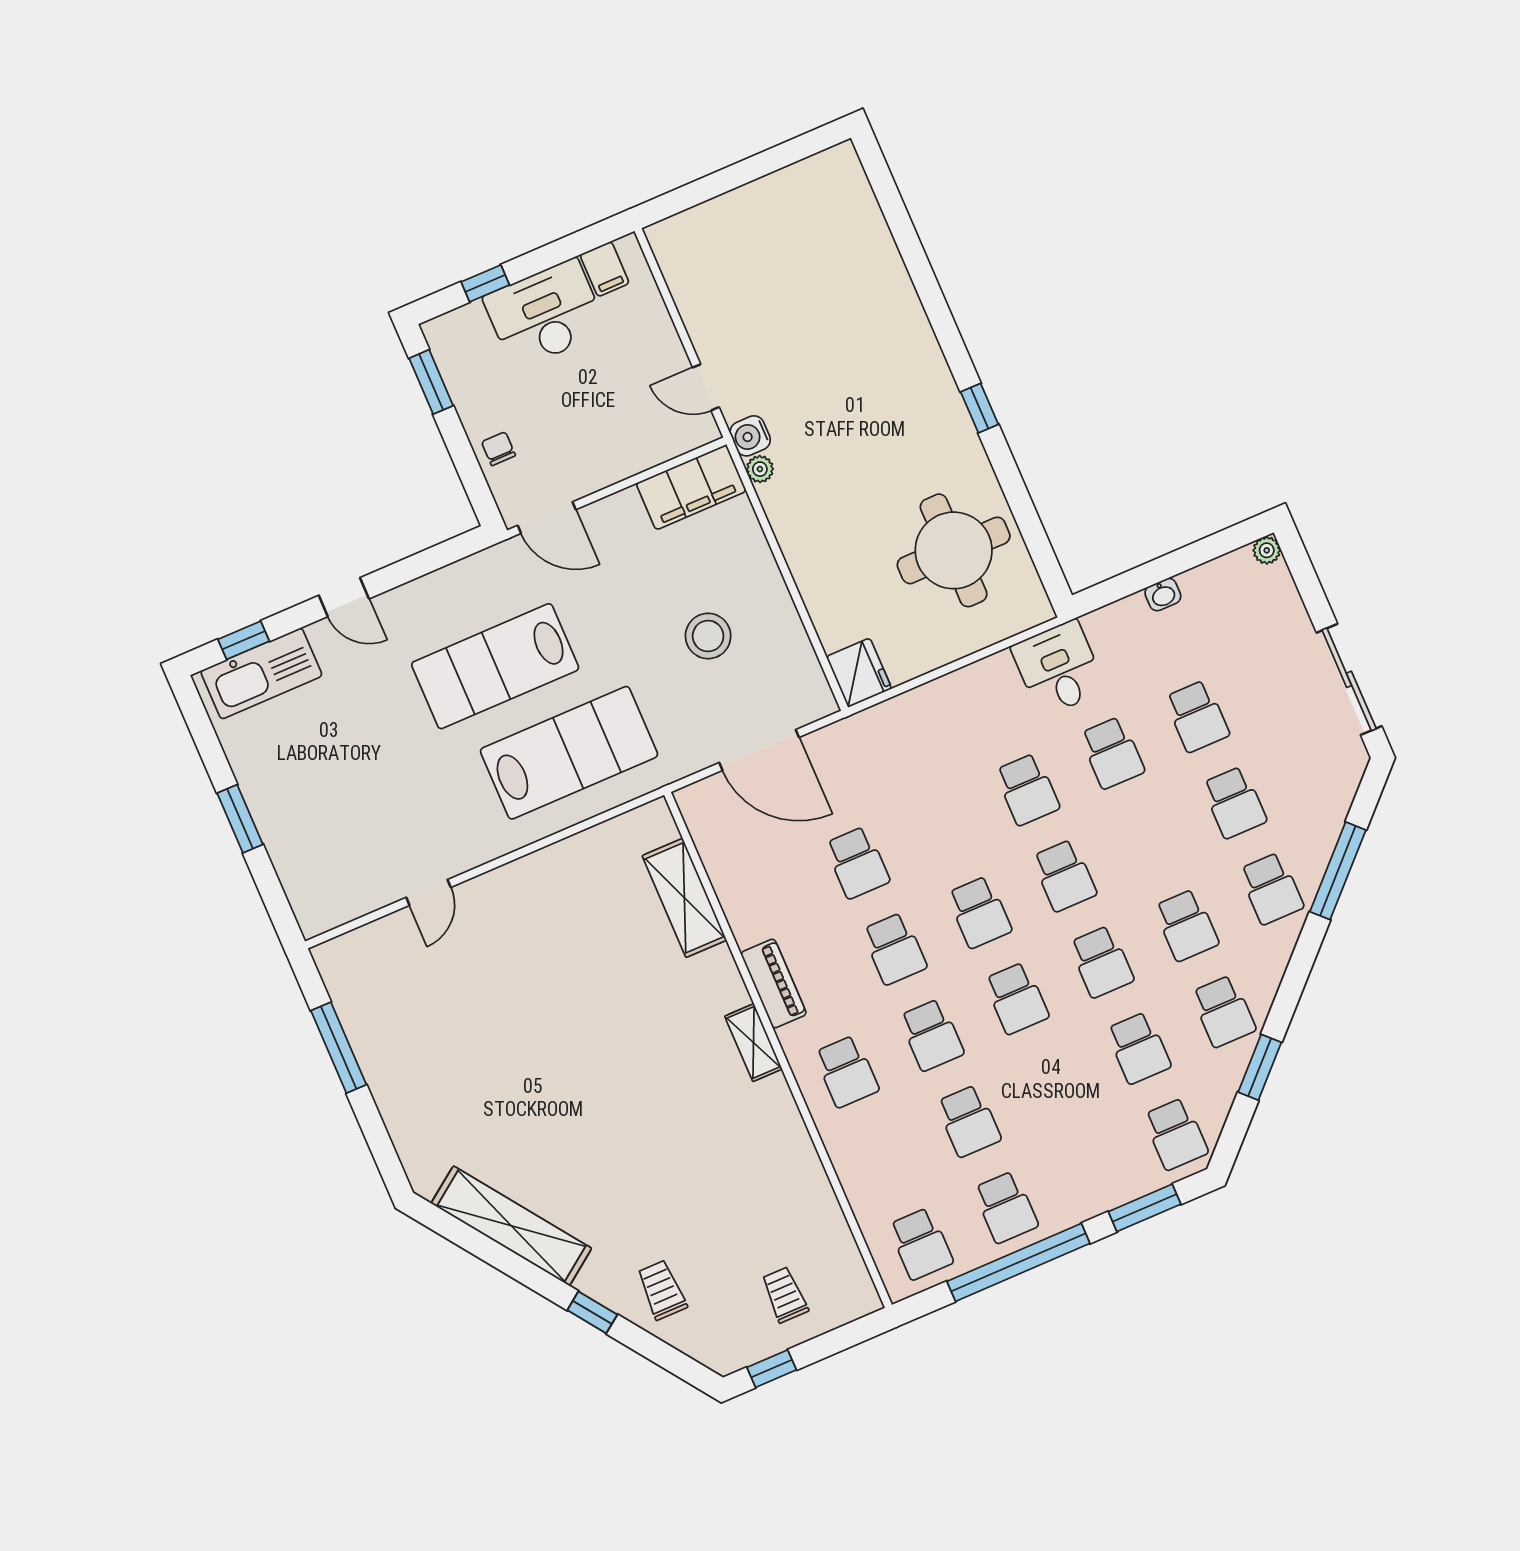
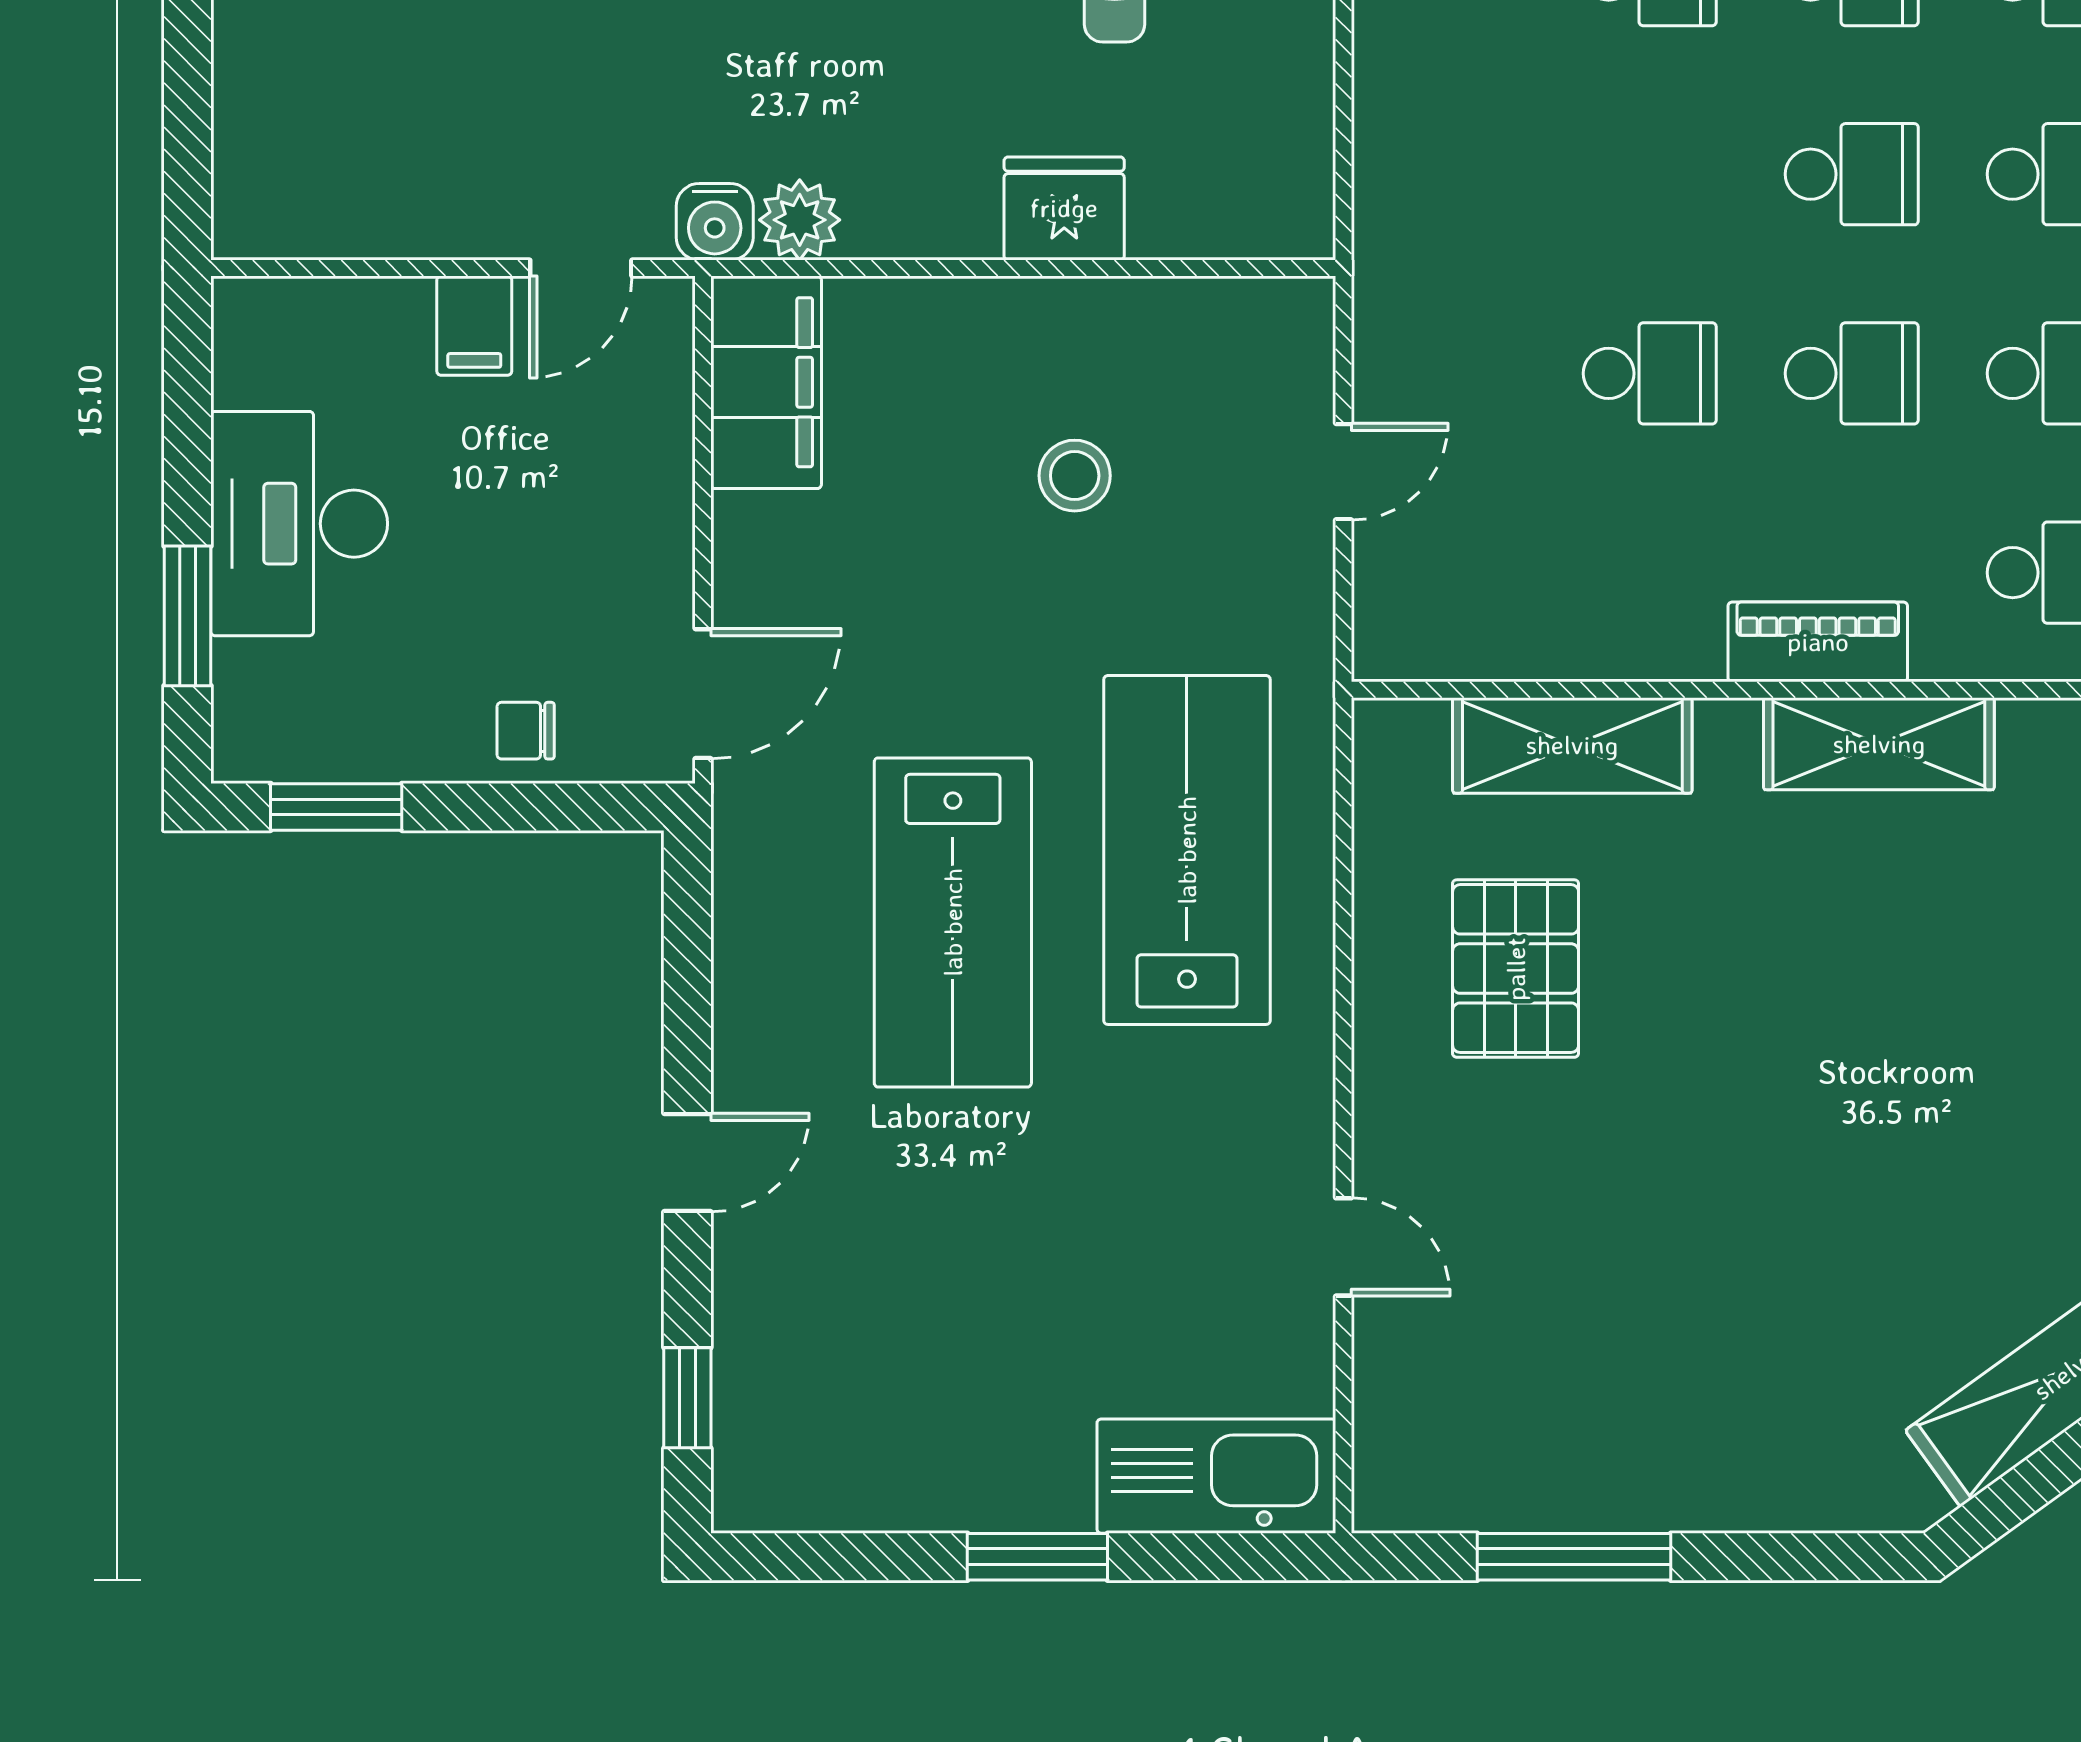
filing cabinet: (605, 269) -> (474, 326), moved, turned 90
window: (485, 283) -> (188, 616), width x1.50
plant: (760, 469) -> (800, 220), width x1.38, depth x1.38
stool: (708, 636) -> (1075, 476), width x0.73, depth x0.73
kitchen sink: (261, 673) -> (1216, 1476), moved, turned -90
fridge: (859, 673) -> (1064, 208), moved
door: (759, 750) -> (1344, 472), width x0.53
pallet: (579, 915) -> (1516, 969), added
shelving: (753, 1043) -> (1879, 744), width x1.50, depth x1.33

